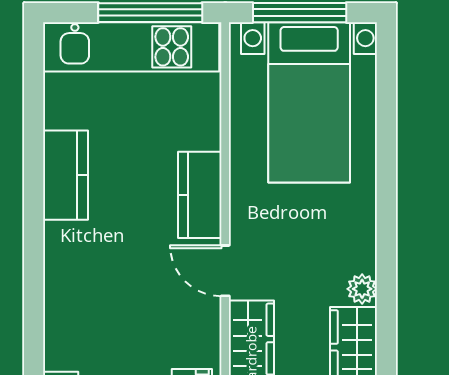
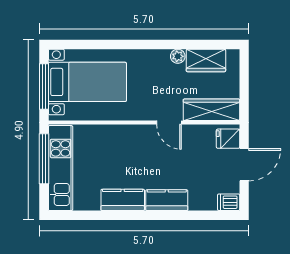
kitchen counter: (200, 195) -> (167, 200), moved, turned 180
door: (225, 271) -> (169, 123), hinge flipped

